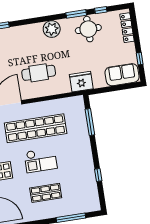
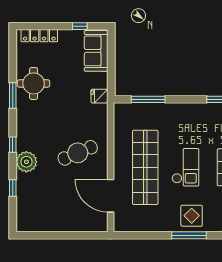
window: (101, 10) -> (13, 145), moved
plant: (52, 29) -> (26, 162), moved
cafe table: (39, 73) -> (78, 153), turned 67
fridge: (81, 82) -> (100, 96), width x0.53, depth x0.75

